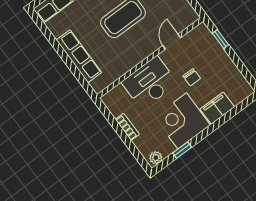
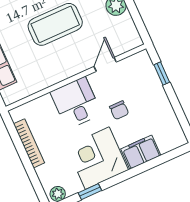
desk: (150, 83) -> (76, 103), width x0.73
bookcase: (127, 127) -> (29, 143), width x1.56

